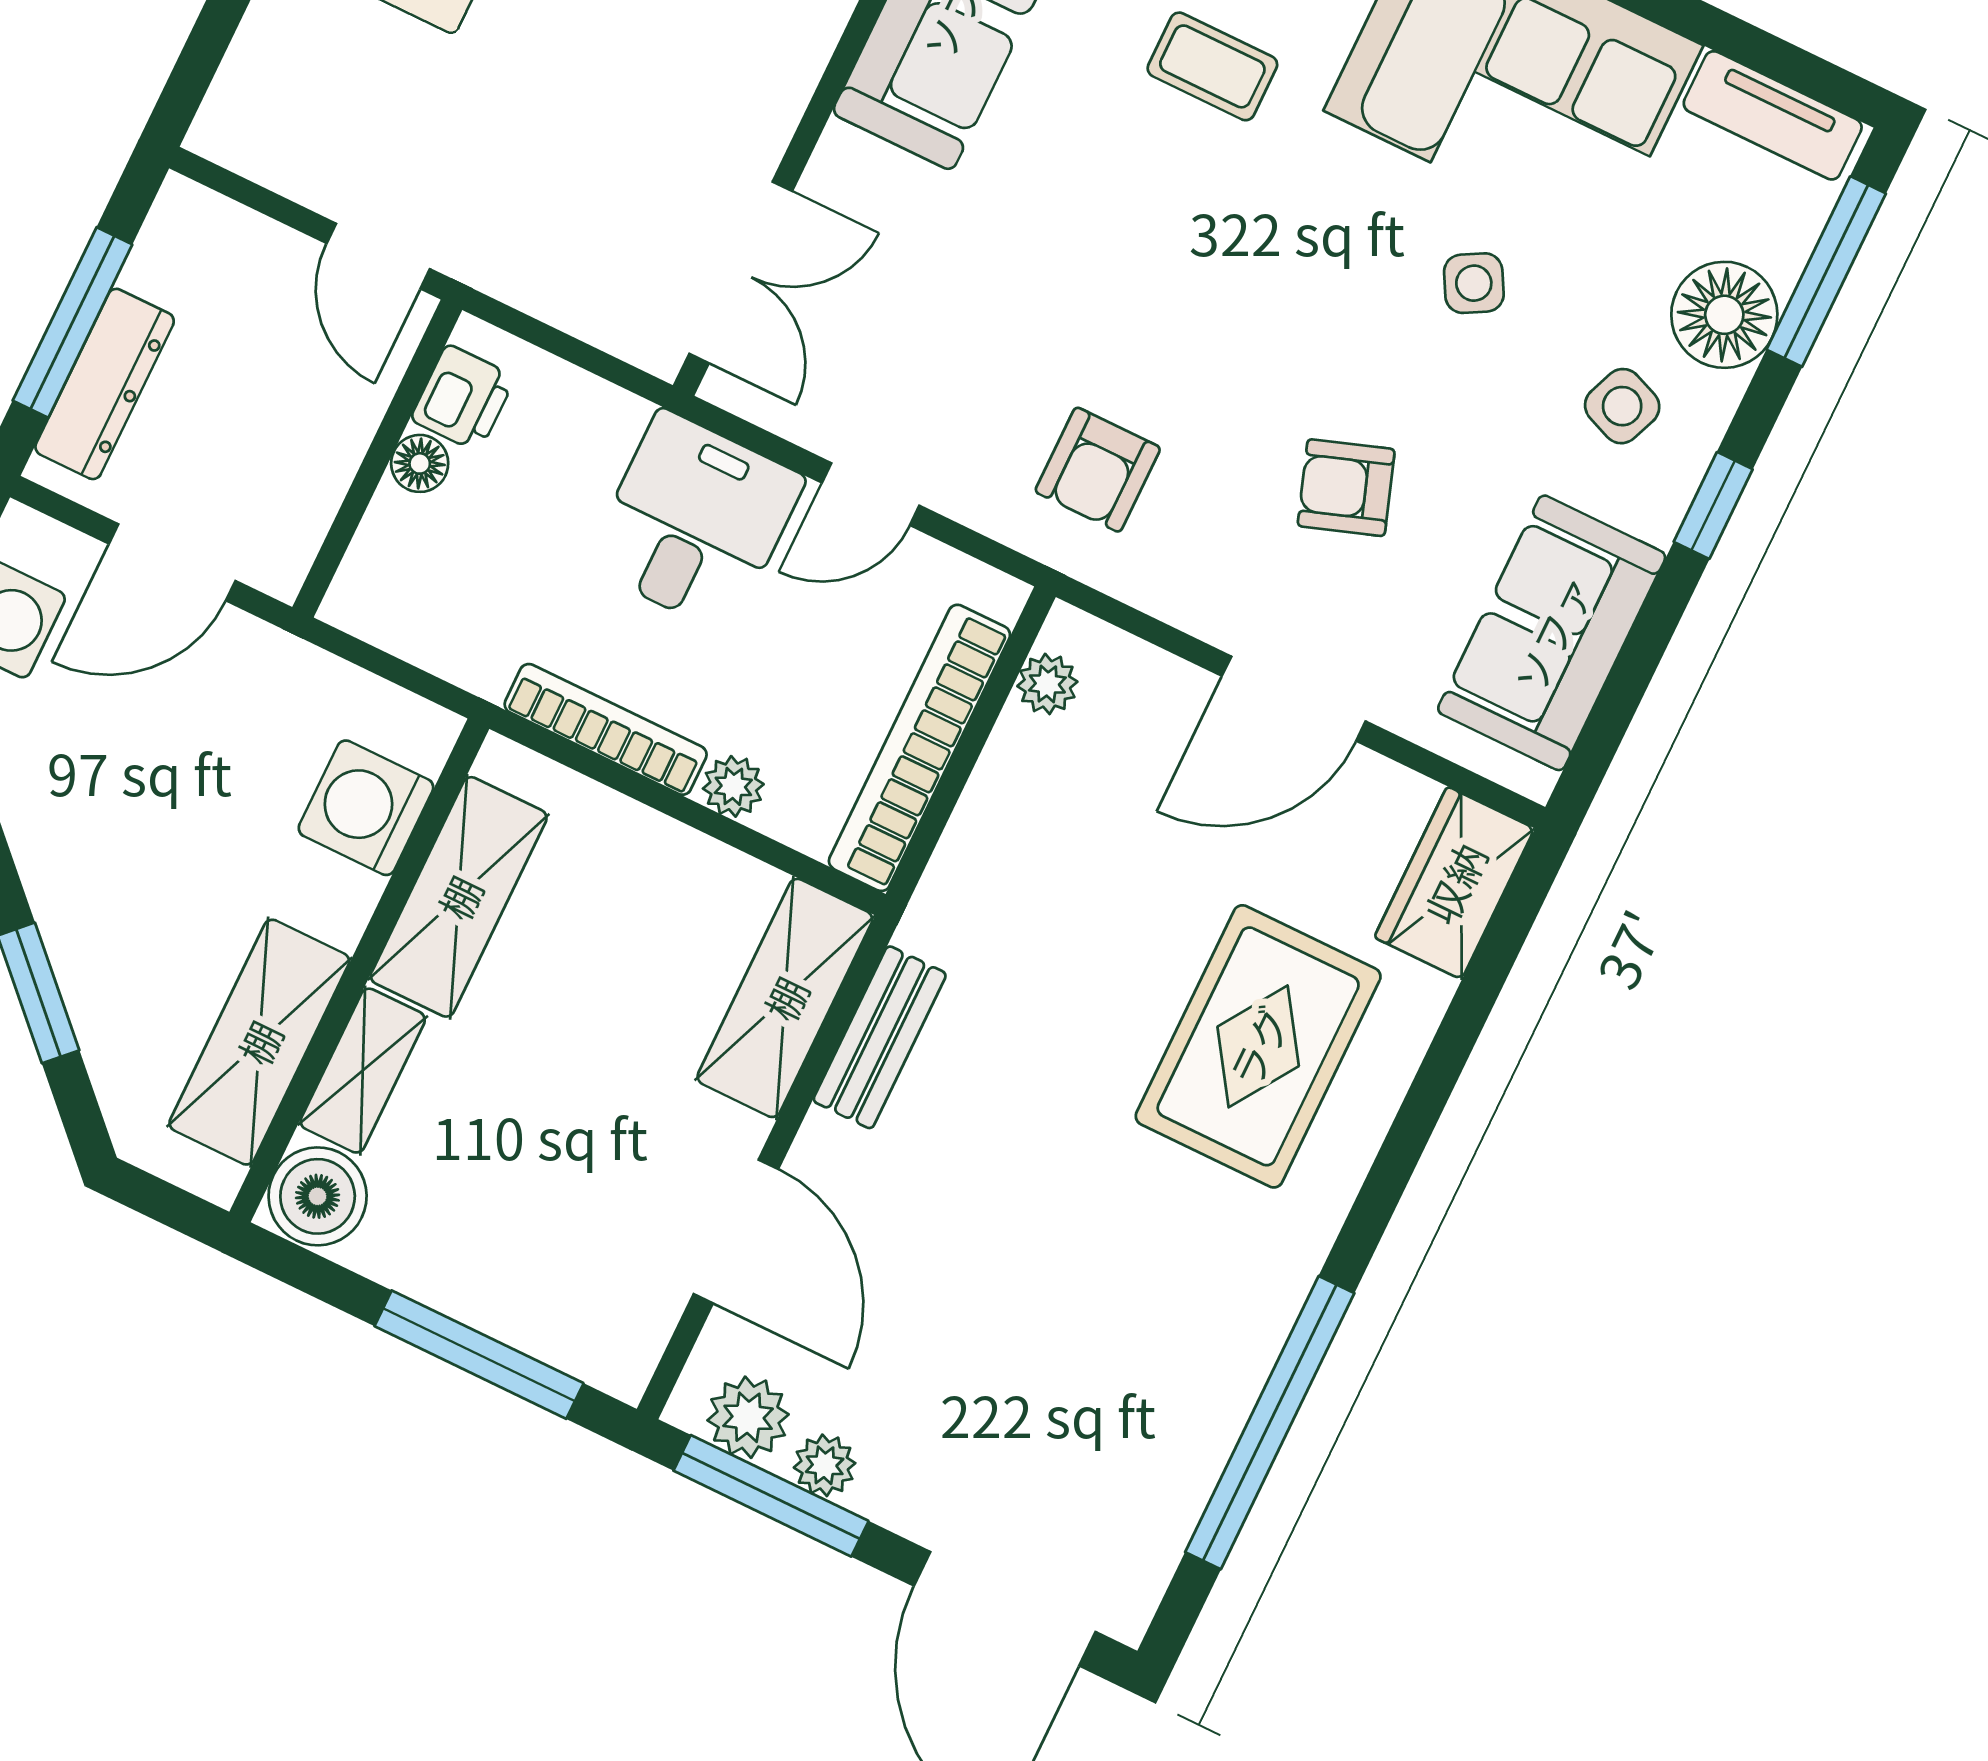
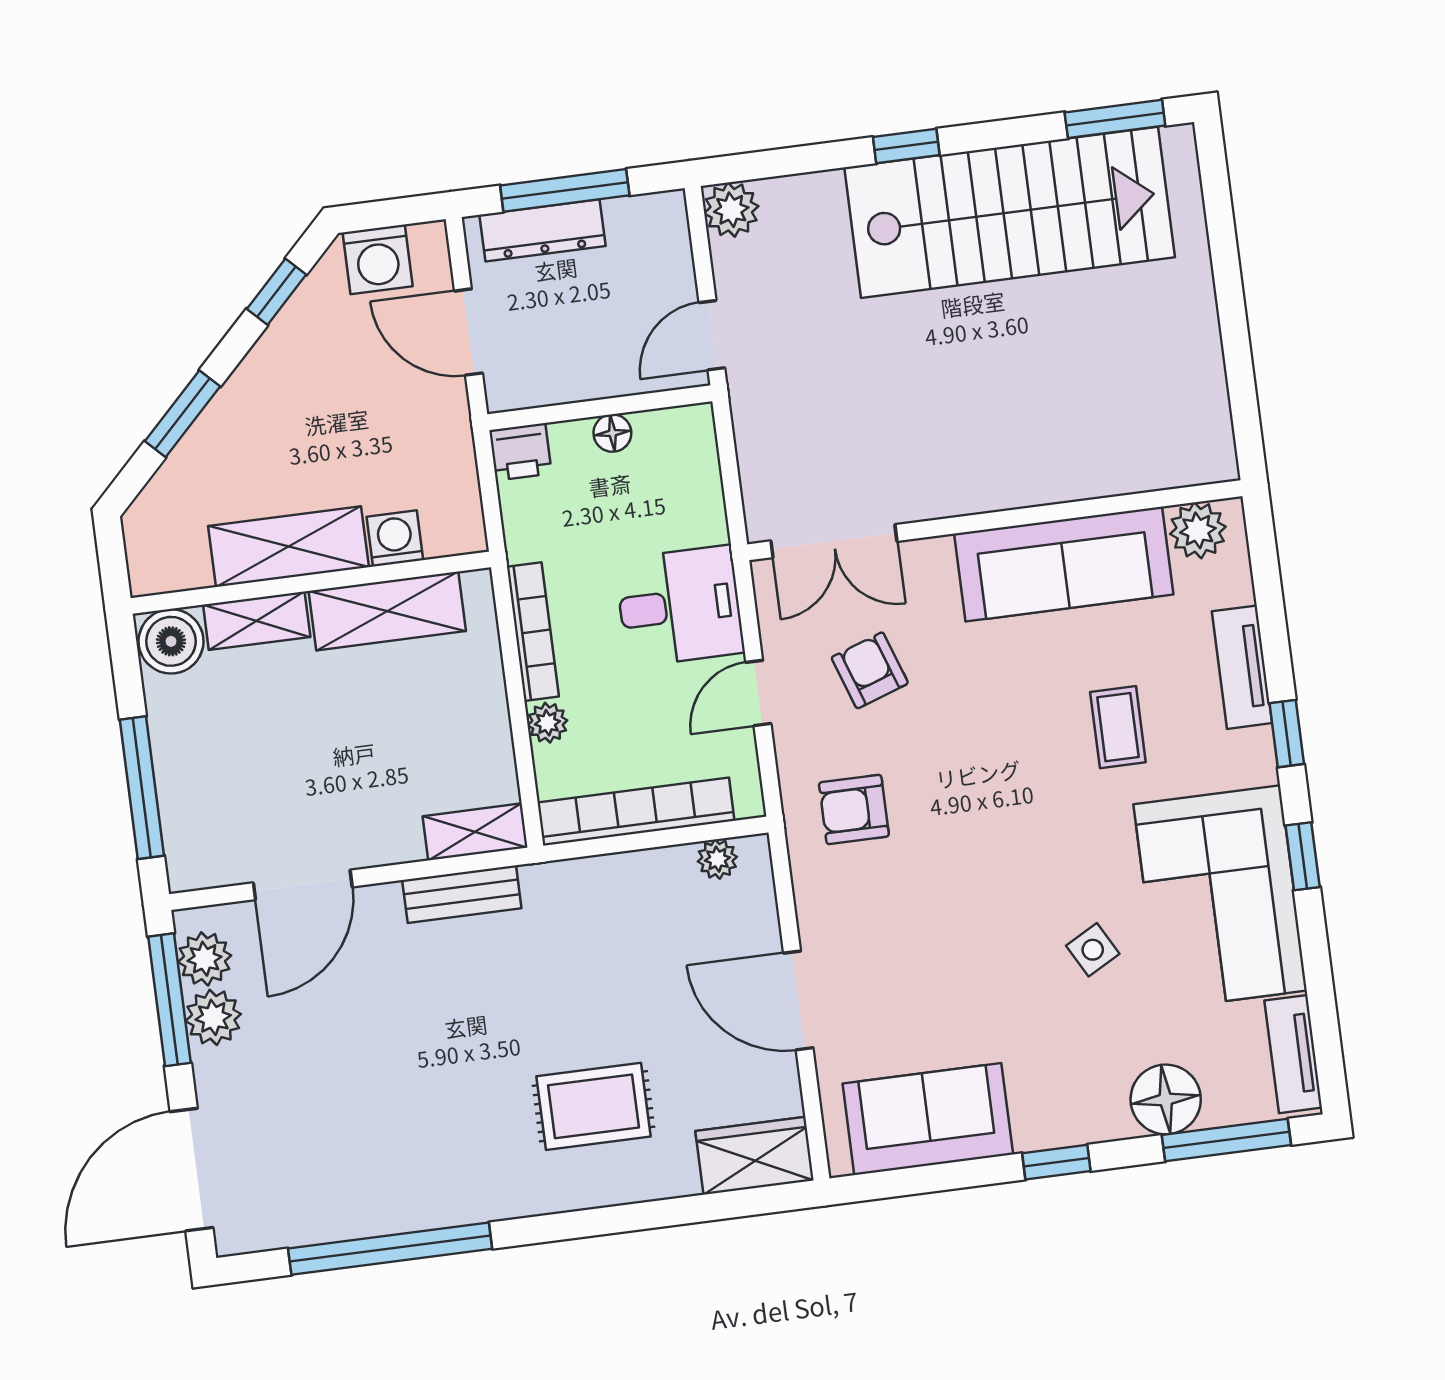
plant: (235, 127) -> (731, 210), added
printer: (463, 398) -> (520, 452), moved
side table: (1622, 406) -> (1078, 1076), removed
armchair: (1346, 488) -> (870, 670), moved
door: (871, 494) -> (758, 693), hinge flipped
washing machine: (366, 808) -> (395, 538), width x0.73, depth x0.73
shelving: (785, 998) -> (475, 832), width x0.67, depth x0.75
shelving: (259, 1042) -> (289, 547), moved
rug: (1258, 1046) -> (593, 1106), width x0.73, depth x0.70
plant: (825, 1465) -> (213, 1017), width x1.38, depth x1.38

